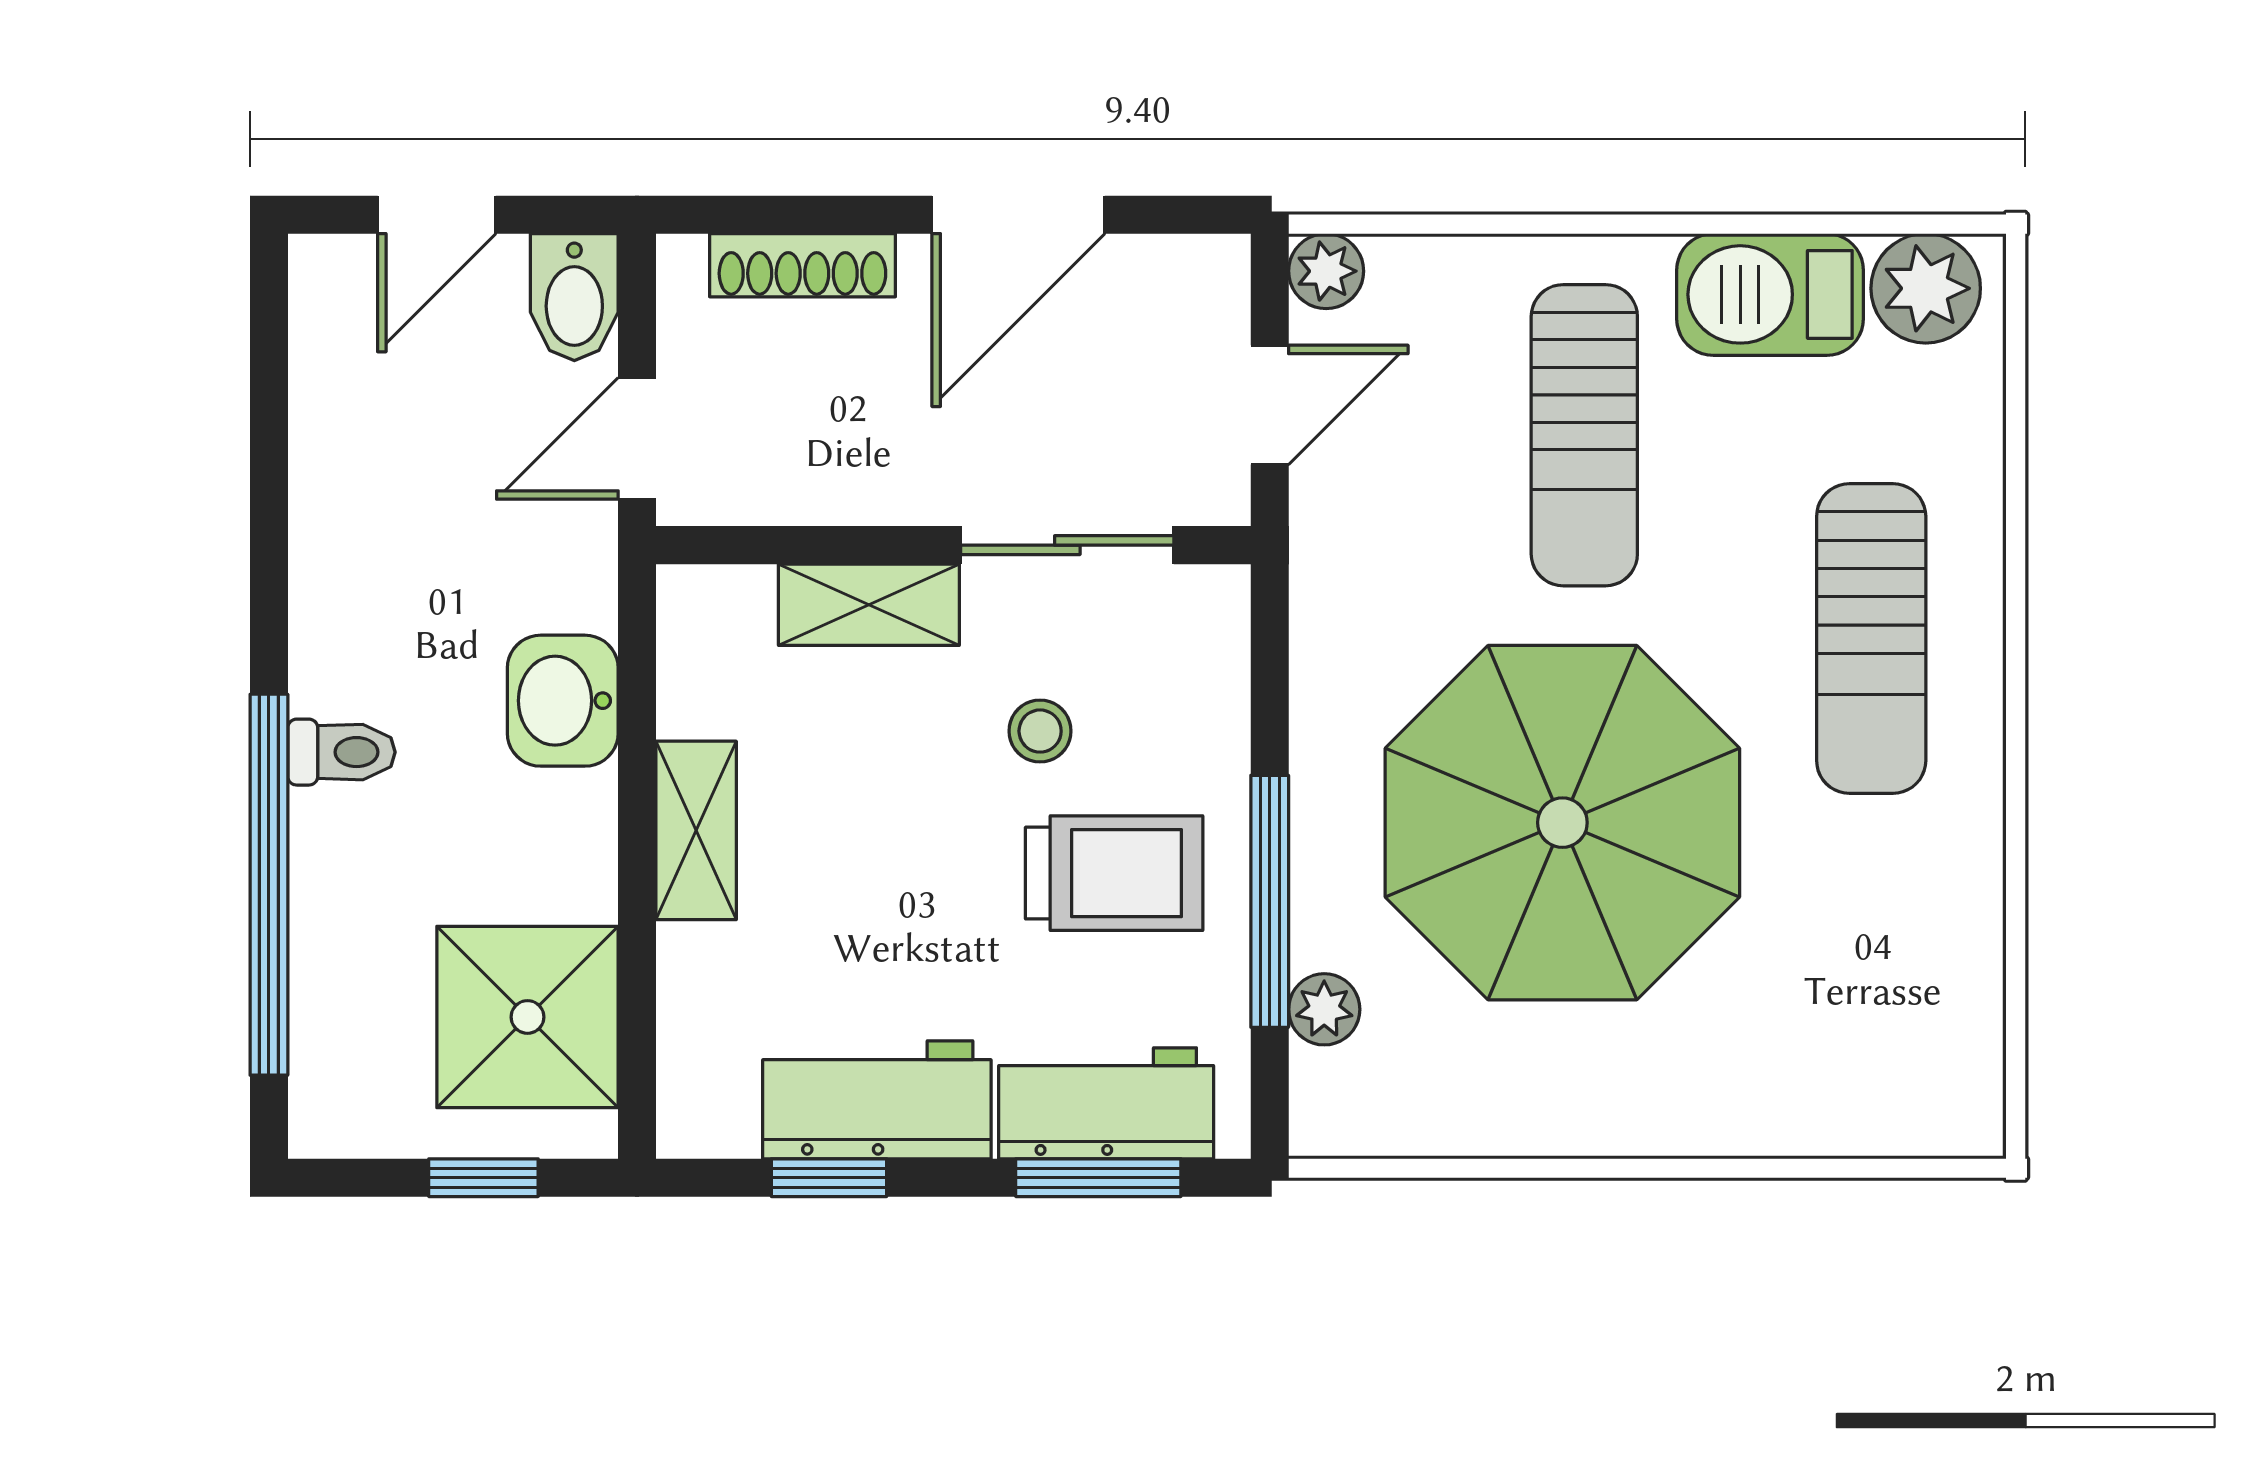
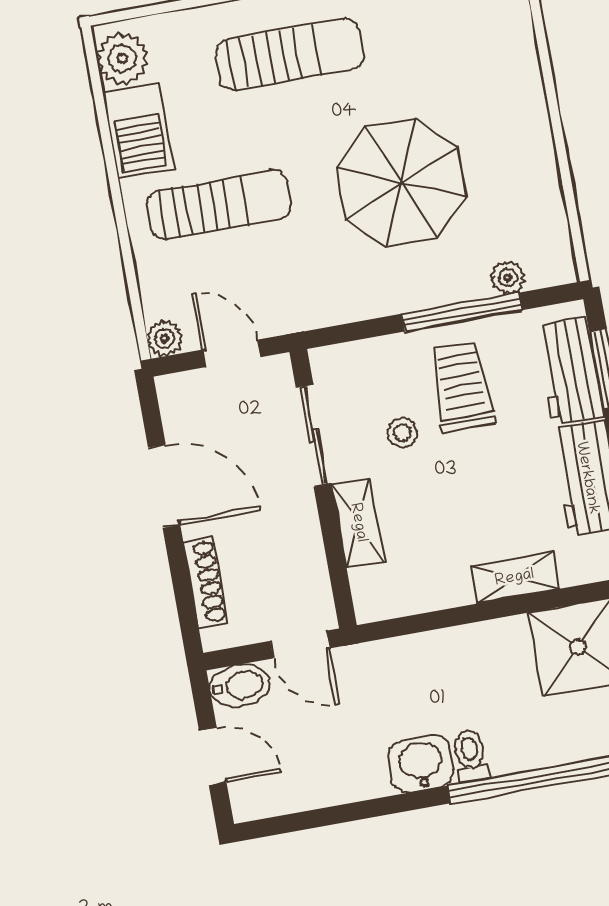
washbasin: (563, 701) -> (421, 764), moved, turned 180
parasol: (1562, 823) -> (401, 183), width x0.73, depth x0.73
shelving: (696, 830) -> (515, 578), moved

